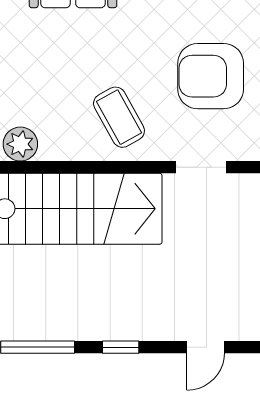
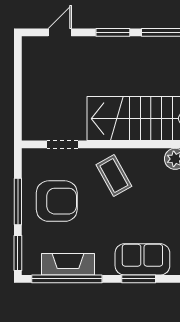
window: (121, 347) -> (113, 32), width x1.50

